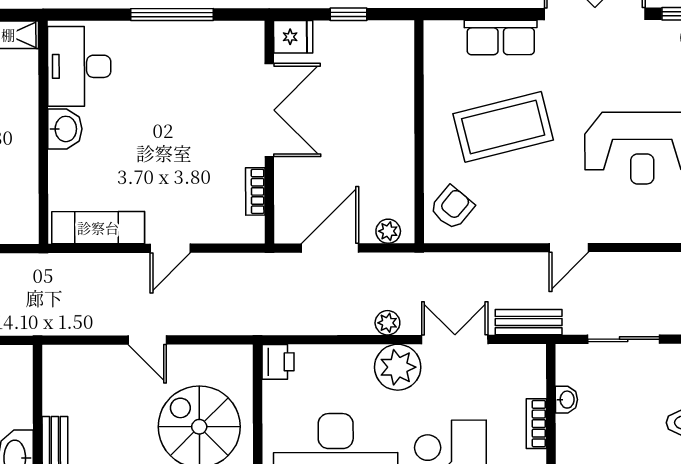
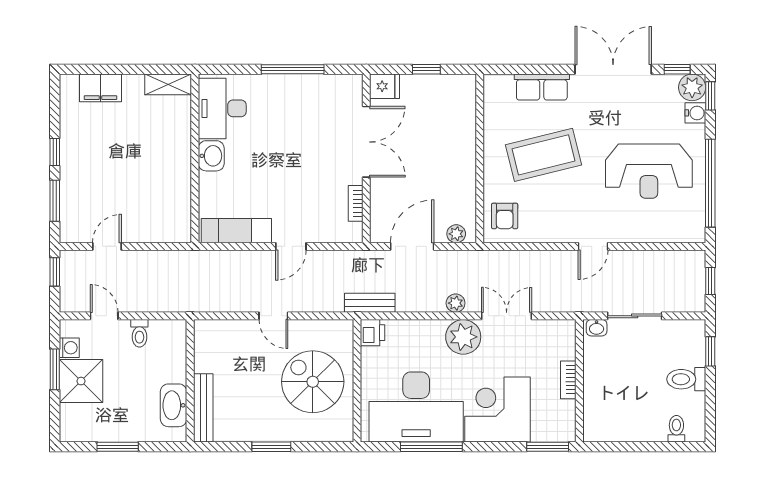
armchair: (452, 208) -> (505, 216), turned 140
bench: (529, 322) -> (370, 303), moved
washbasin: (566, 400) -> (597, 328), moved, turned 90

